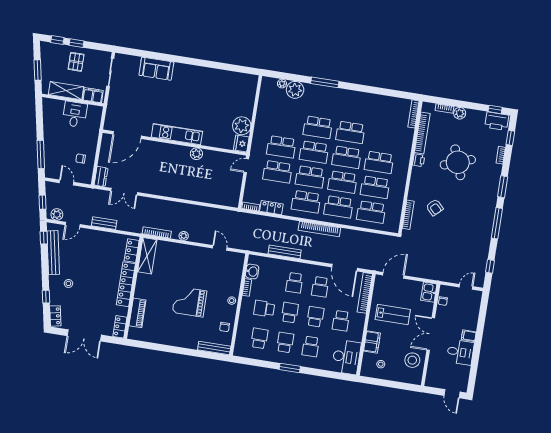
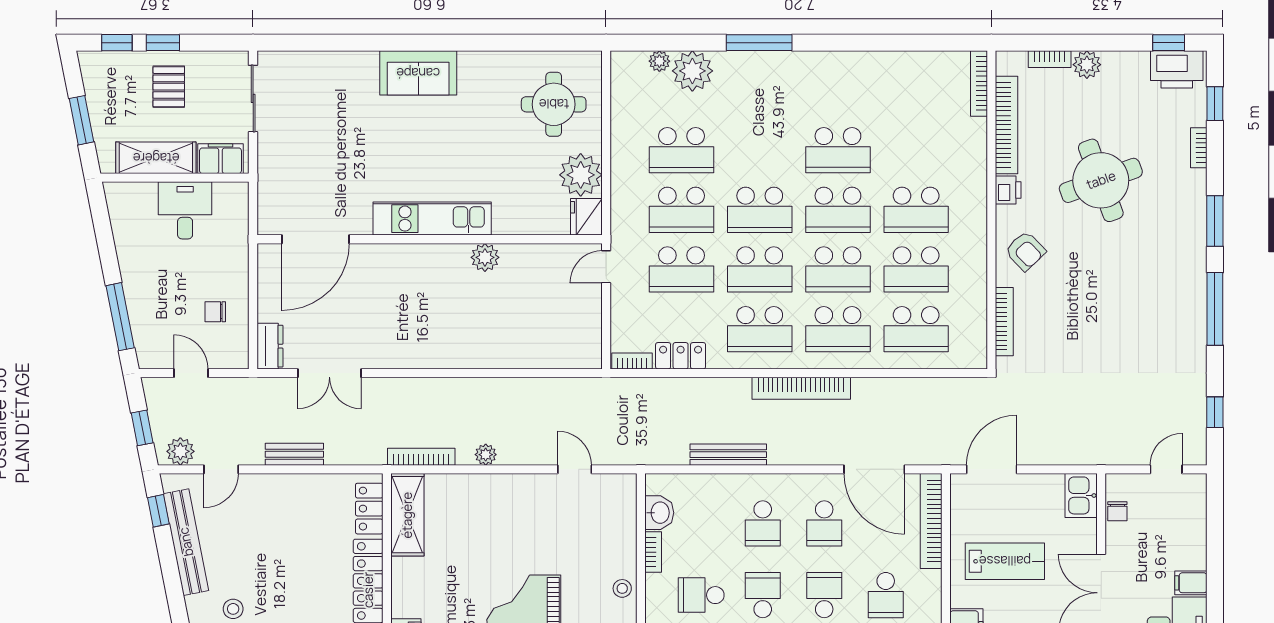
sofa: (156, 69) -> (418, 73), moved
round table: (235, 95) -> (554, 104), added
school desk: (318, 127) -> (682, 150), moved
armchair: (435, 207) -> (1025, 251), moved

